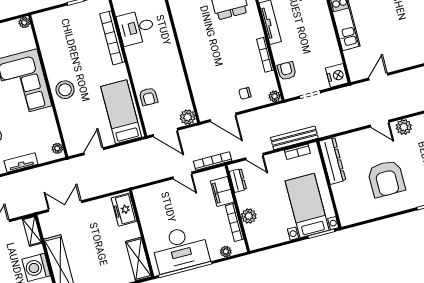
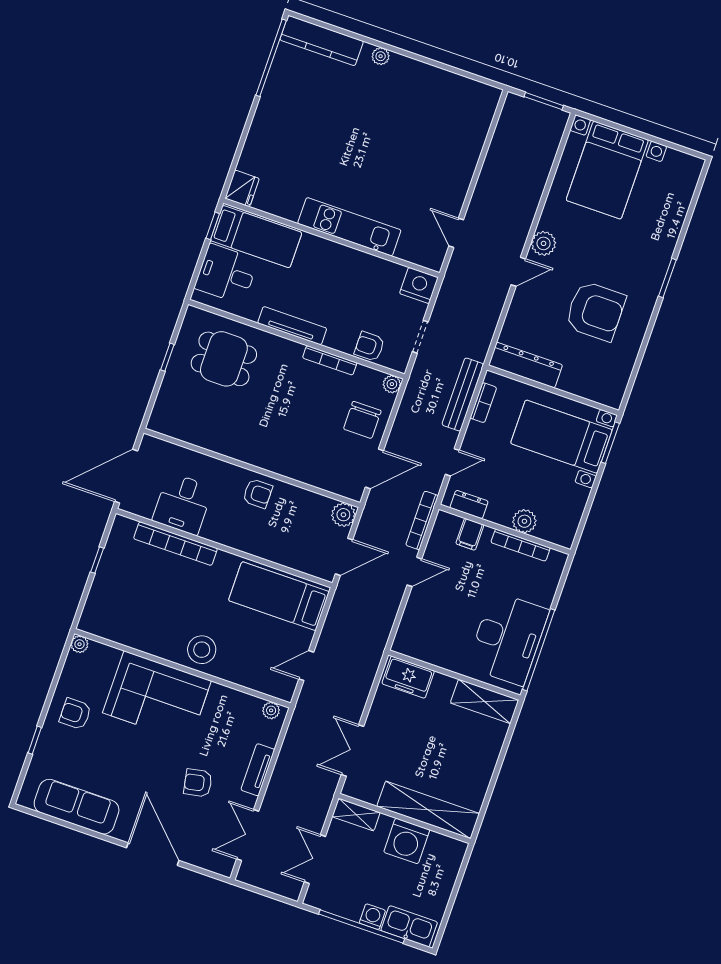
chair: (245, 93) -> (362, 420), width x1.87, depth x1.87
armchair: (148, 97) -> (258, 493), moved
door: (94, 151) -> (306, 666), hinge flipped
filing cabinet: (222, 192) -> (470, 534), width x0.50
plant: (226, 252) -> (551, 582), removed

